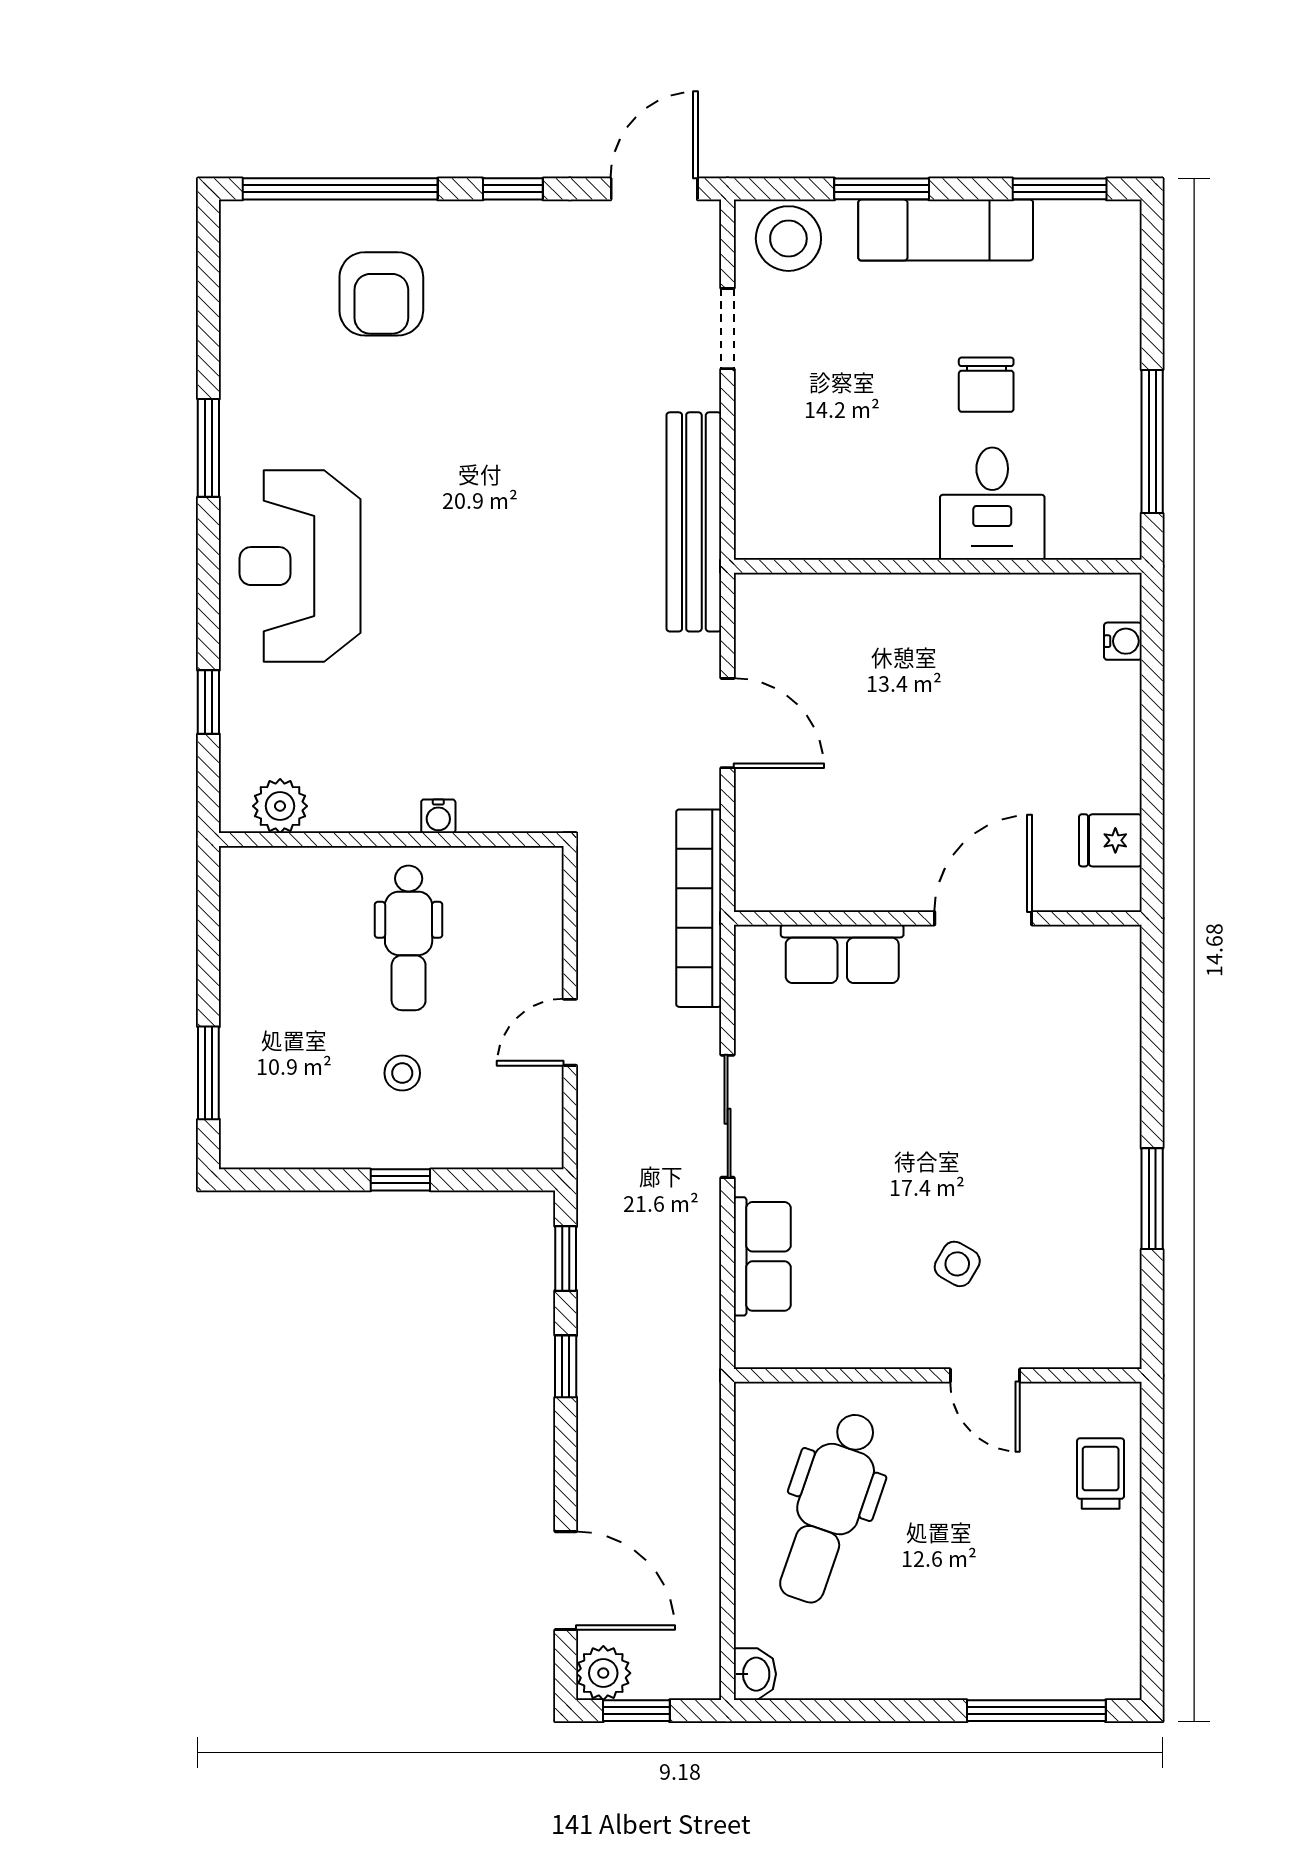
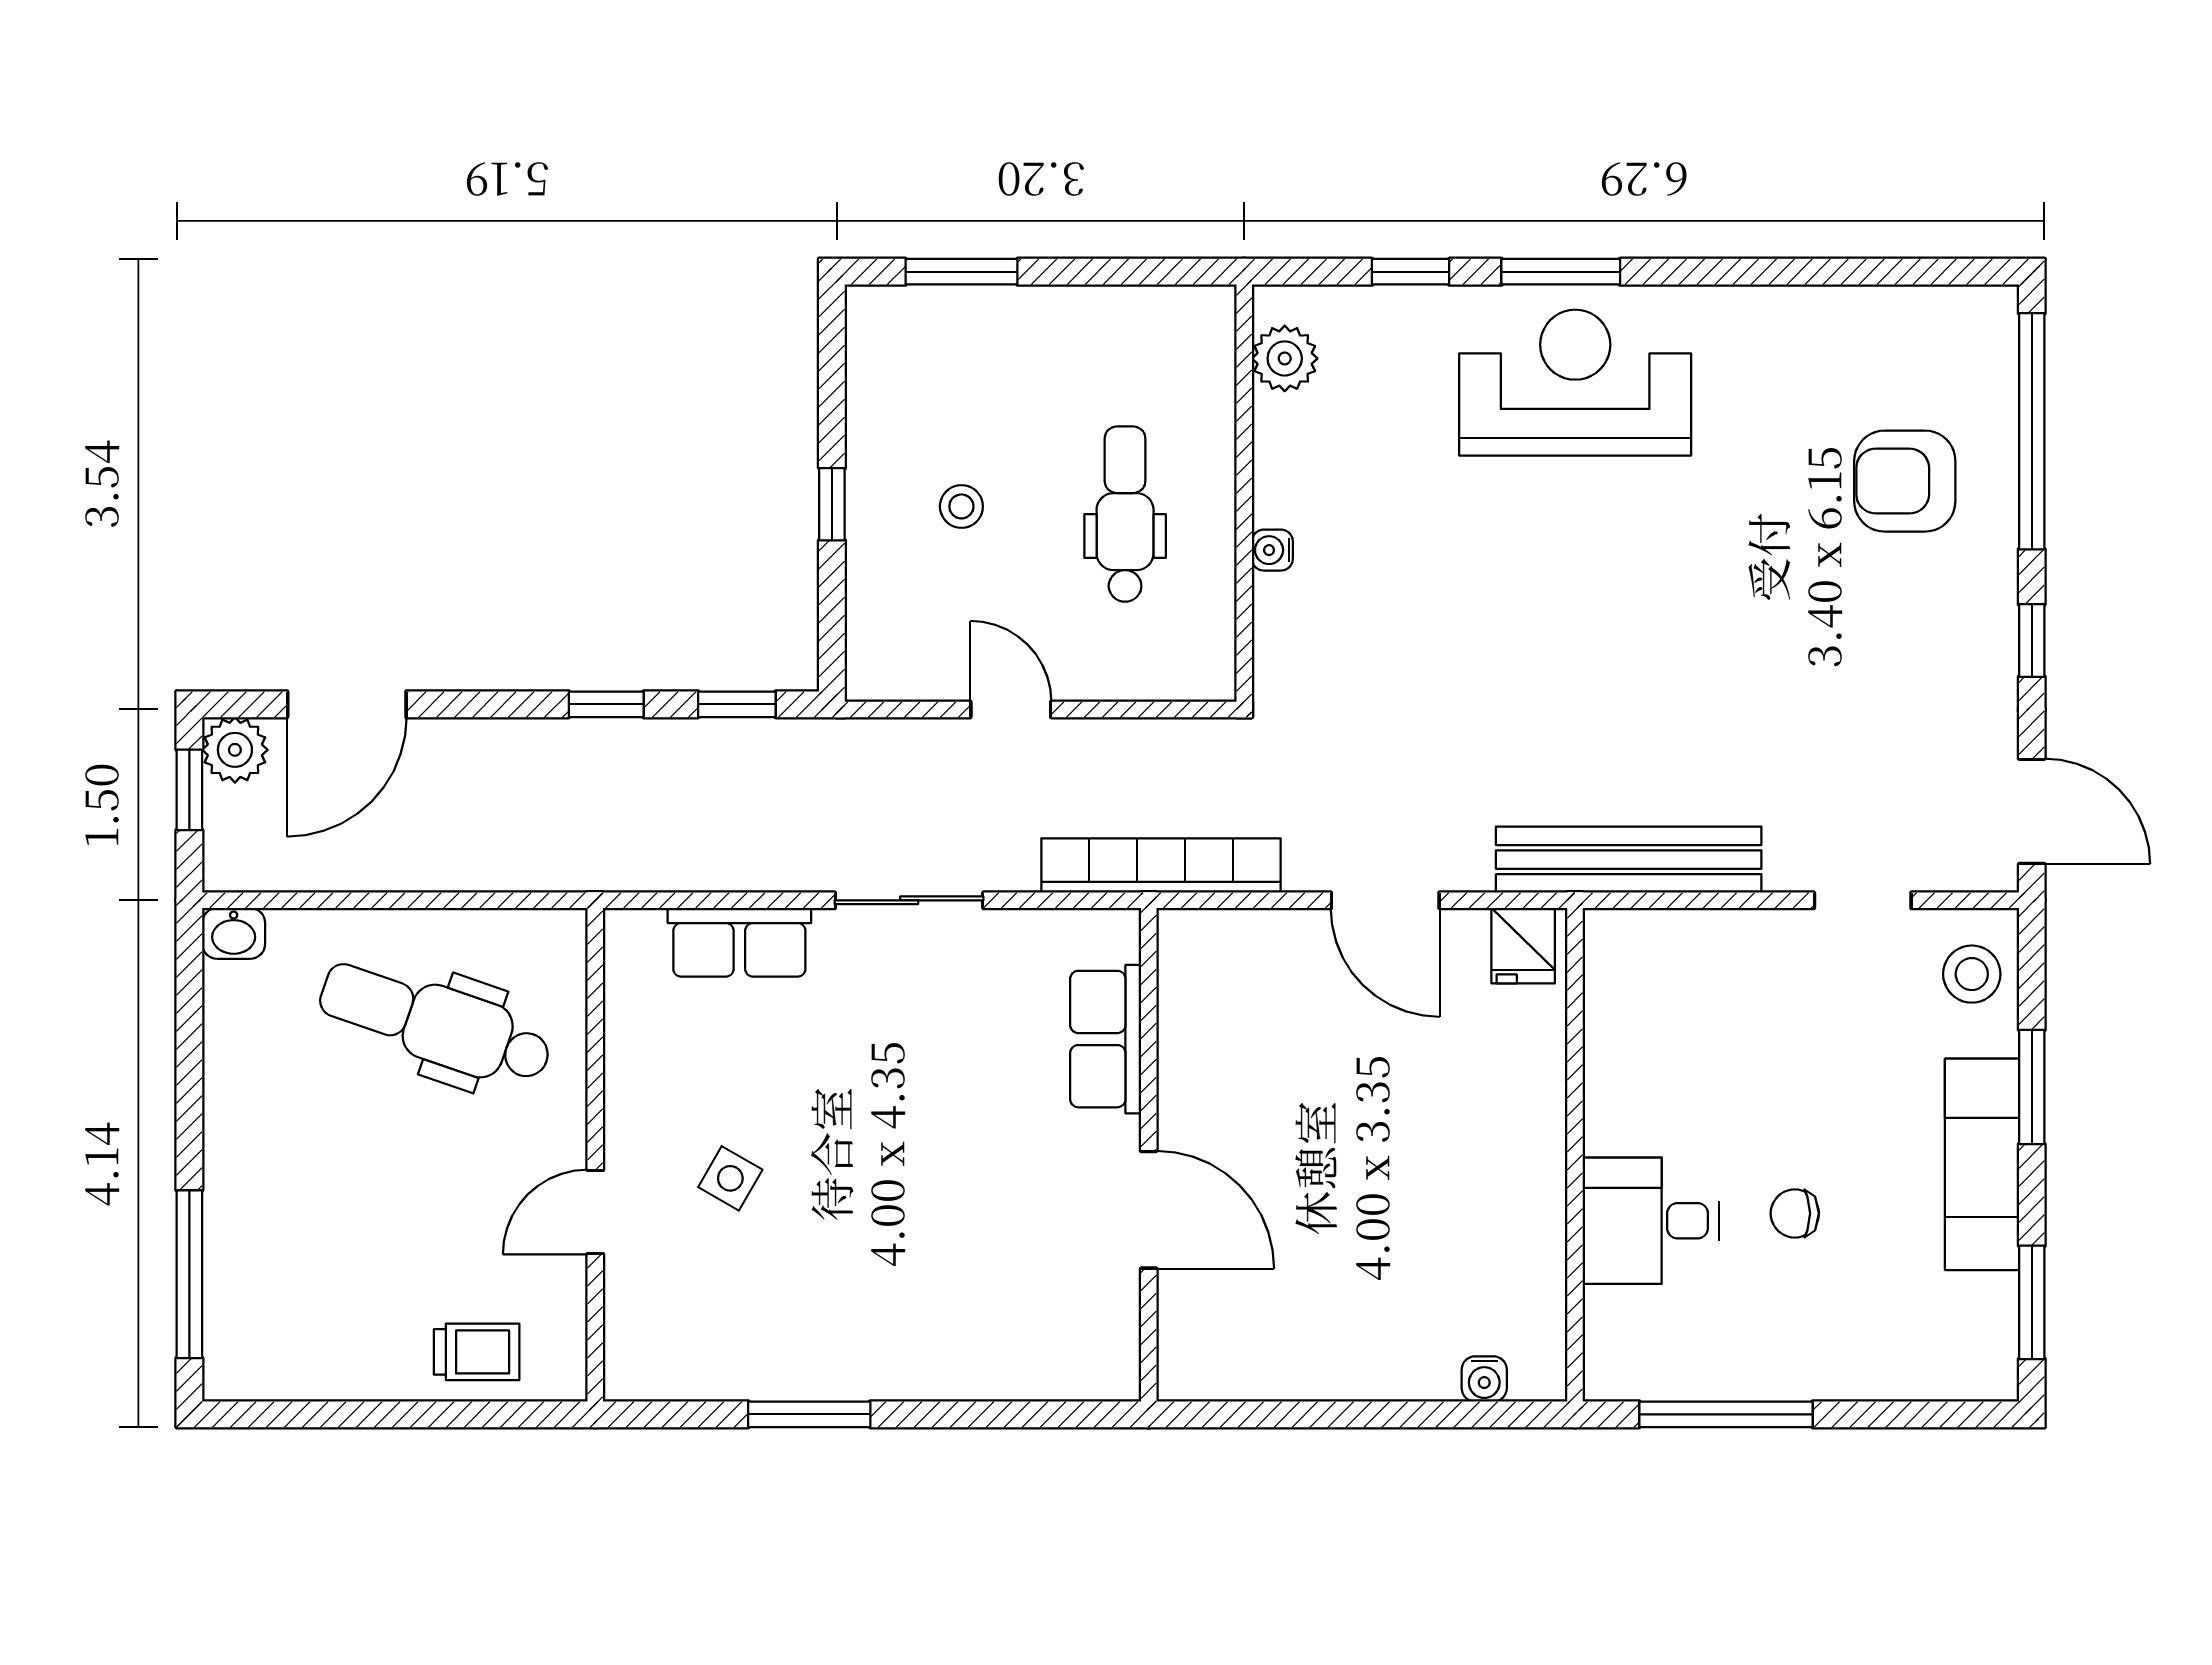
stool: (788, 239) -> (1972, 974), width x0.73, depth x0.73
chair: (986, 385) -> (1795, 1213), width x0.73, depth x0.73
window: (208, 448) -> (1561, 272), moved
door: (728, 723) -> (1385, 900), hinge flipped
fridge: (1110, 840) -> (1523, 946), moved, turned 180
dental chair: (409, 938) -> (1125, 514), turned 90

